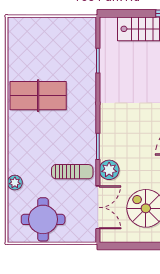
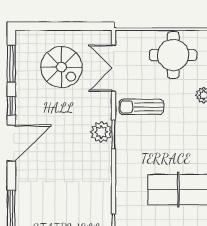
plant: (109, 170) -> (101, 132), moved

